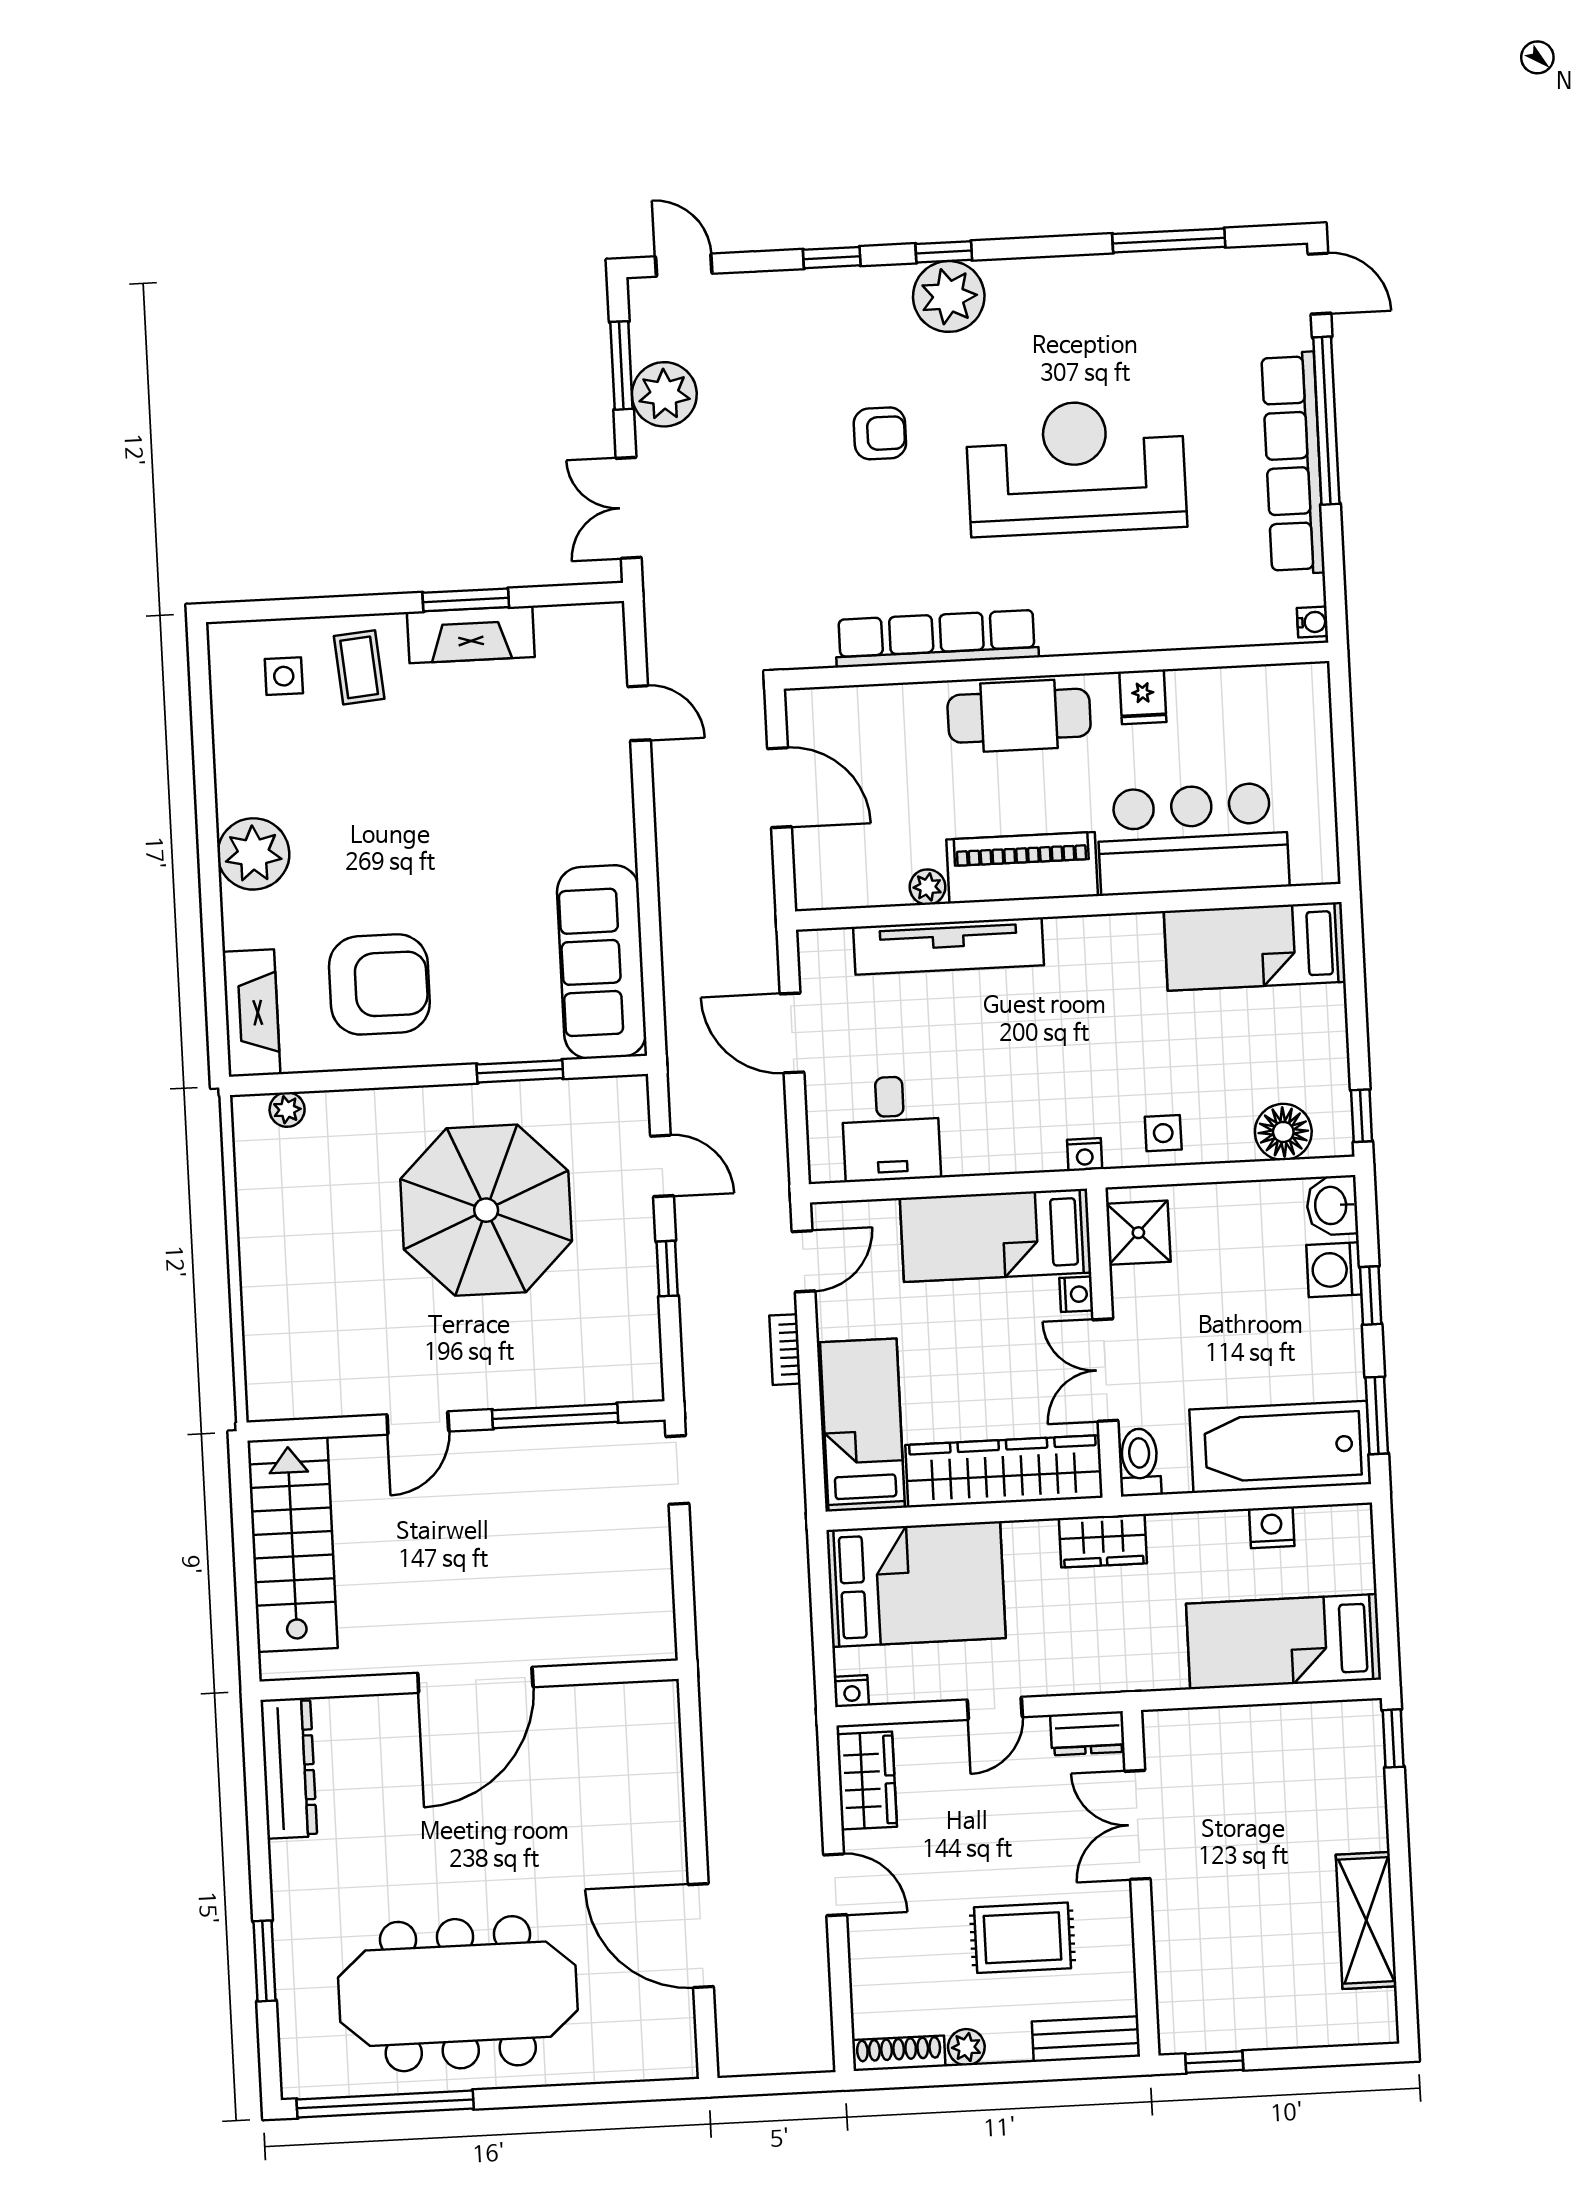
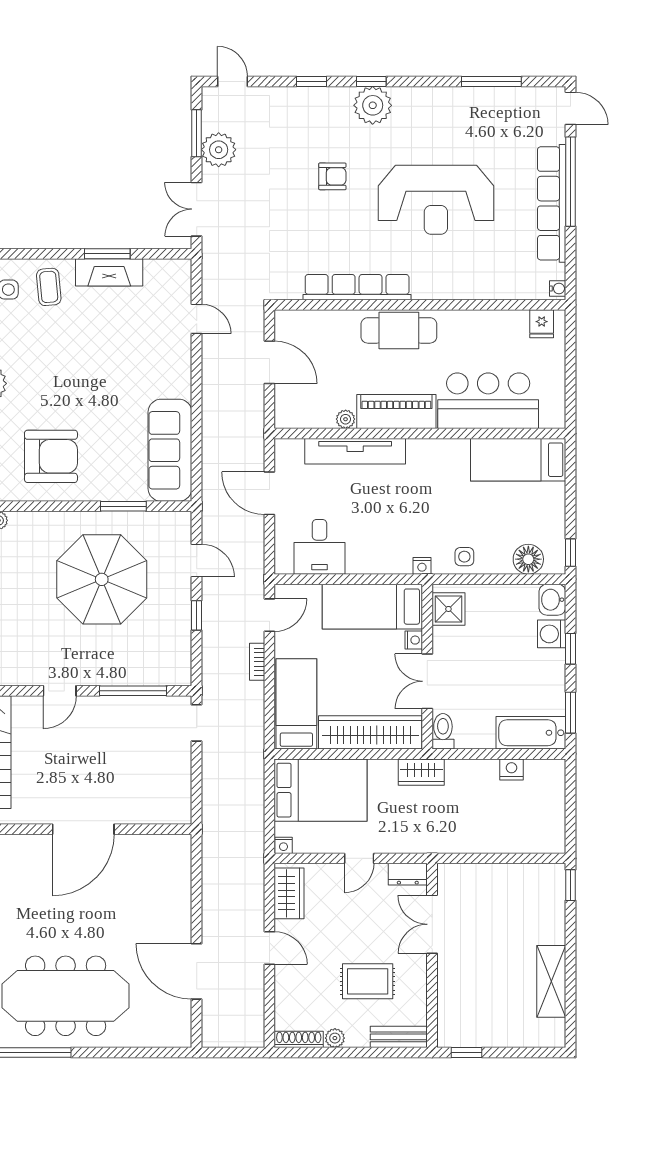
reception desk: (1076, 467) -> (436, 200), turned 180
fridge: (1143, 697) -> (542, 324), moved
bathtub: (1280, 1447) -> (531, 733), width x0.73, depth x0.73
bed: (1284, 1642) -> (515, 831), removed

